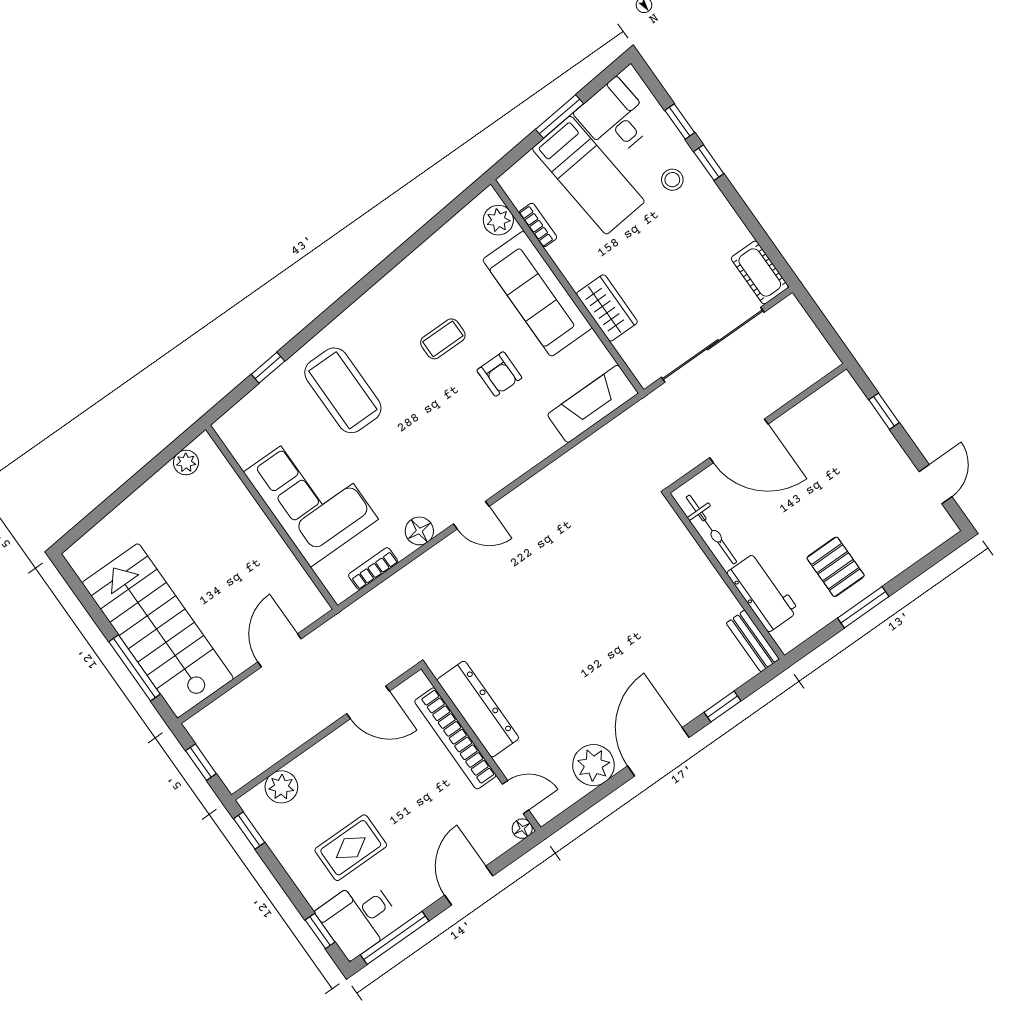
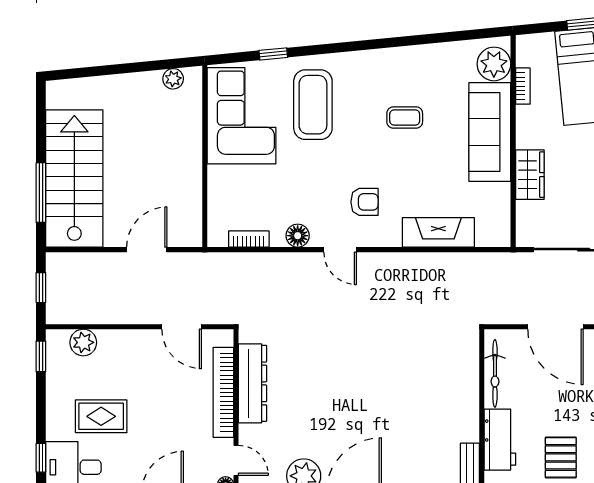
plant: (498, 220) -> (494, 64), width x1.36, depth x1.36
armchair: (499, 374) -> (364, 202), moved, turned -90
fireplace: (593, 404) -> (438, 232), moved
corner sofa: (311, 496) -> (241, 116), moved

